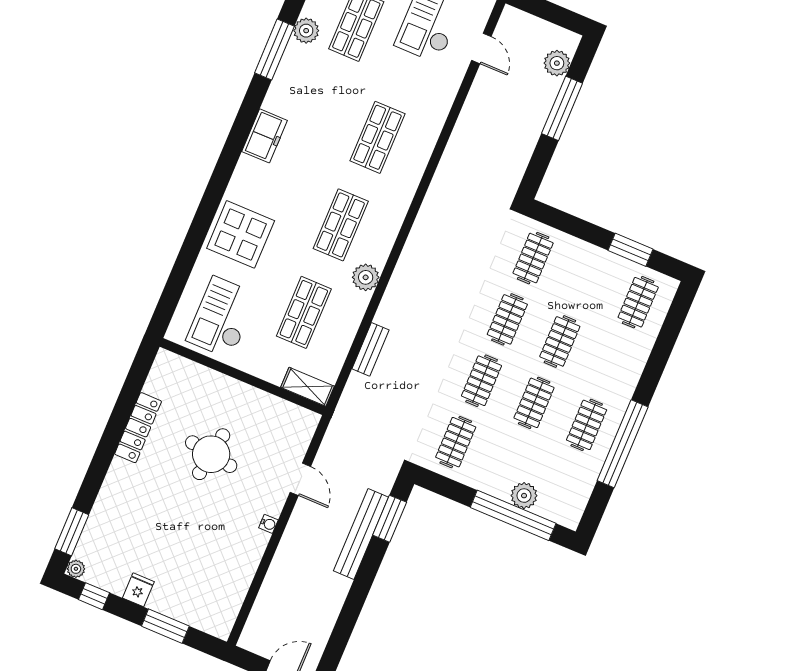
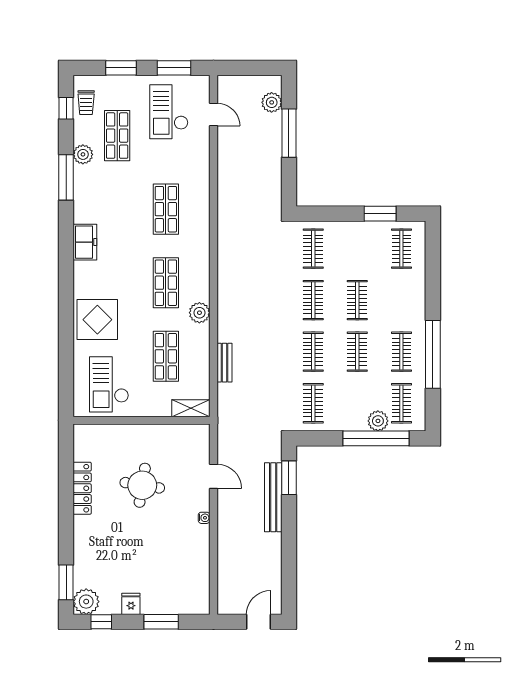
clothes rail: (561, 486) -> (401, 403), added
plant: (76, 569) -> (86, 602), width x1.88, depth x1.88

